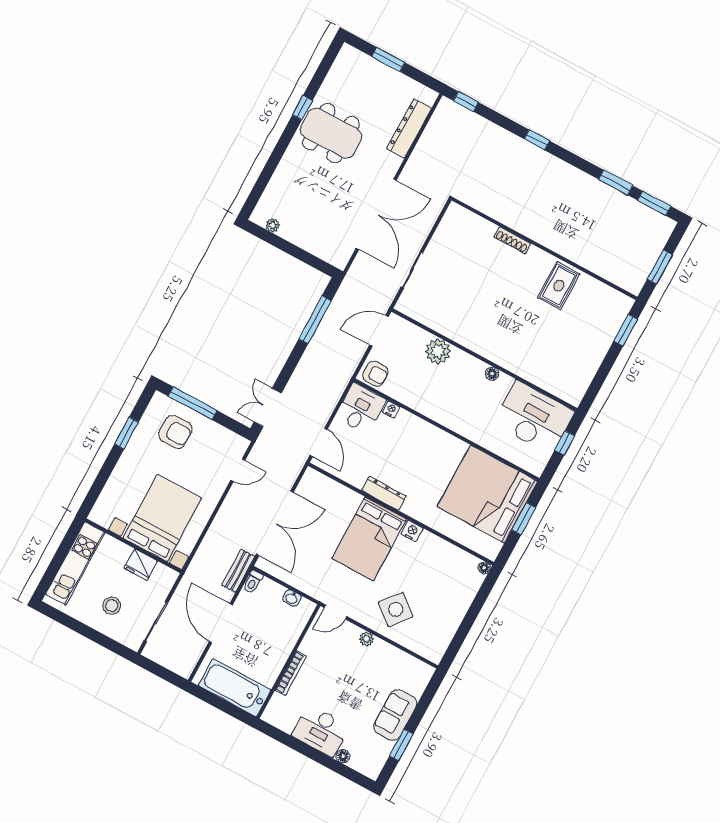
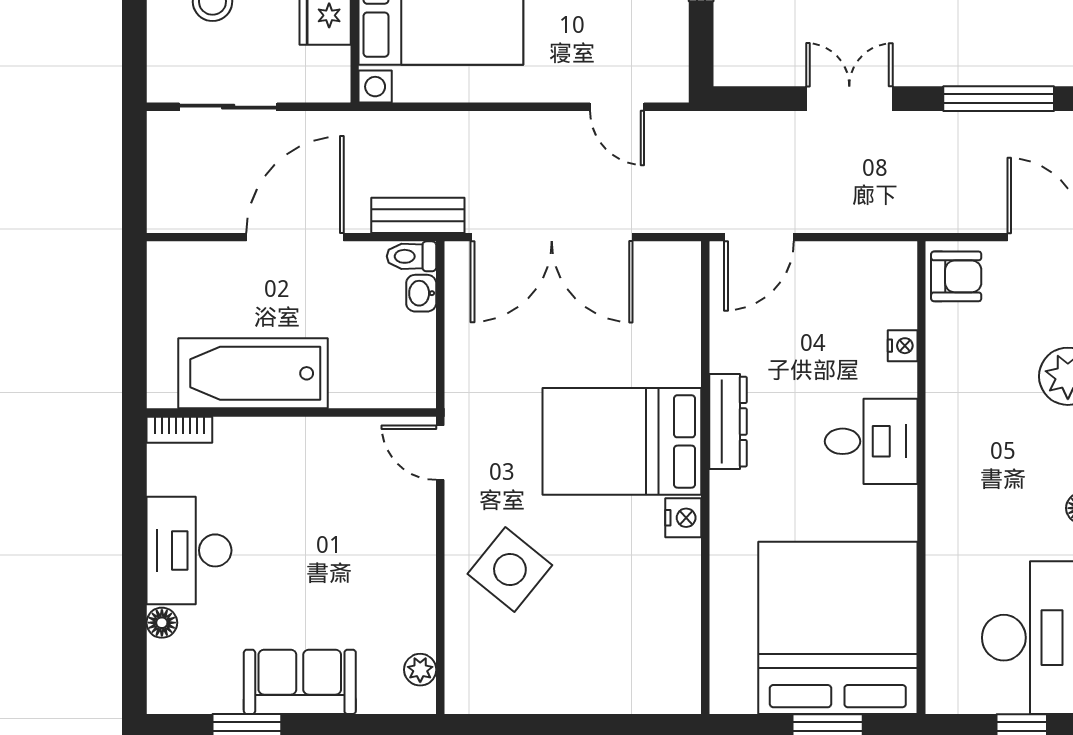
armchair: (375, 374) -> (956, 276), turned -90
double door: (268, 407) -> (849, 99), moved
desk: (360, 409) -> (871, 441), moved
floor lamp: (484, 568) -> (688, 701), removed
washbasin: (292, 598) -> (421, 293), moved
plant: (366, 639) -> (420, 670), moved
bookcase: (291, 673) -> (179, 430), moved, width x0.64
bathtub: (235, 688) -> (253, 373), moved, turned -90

